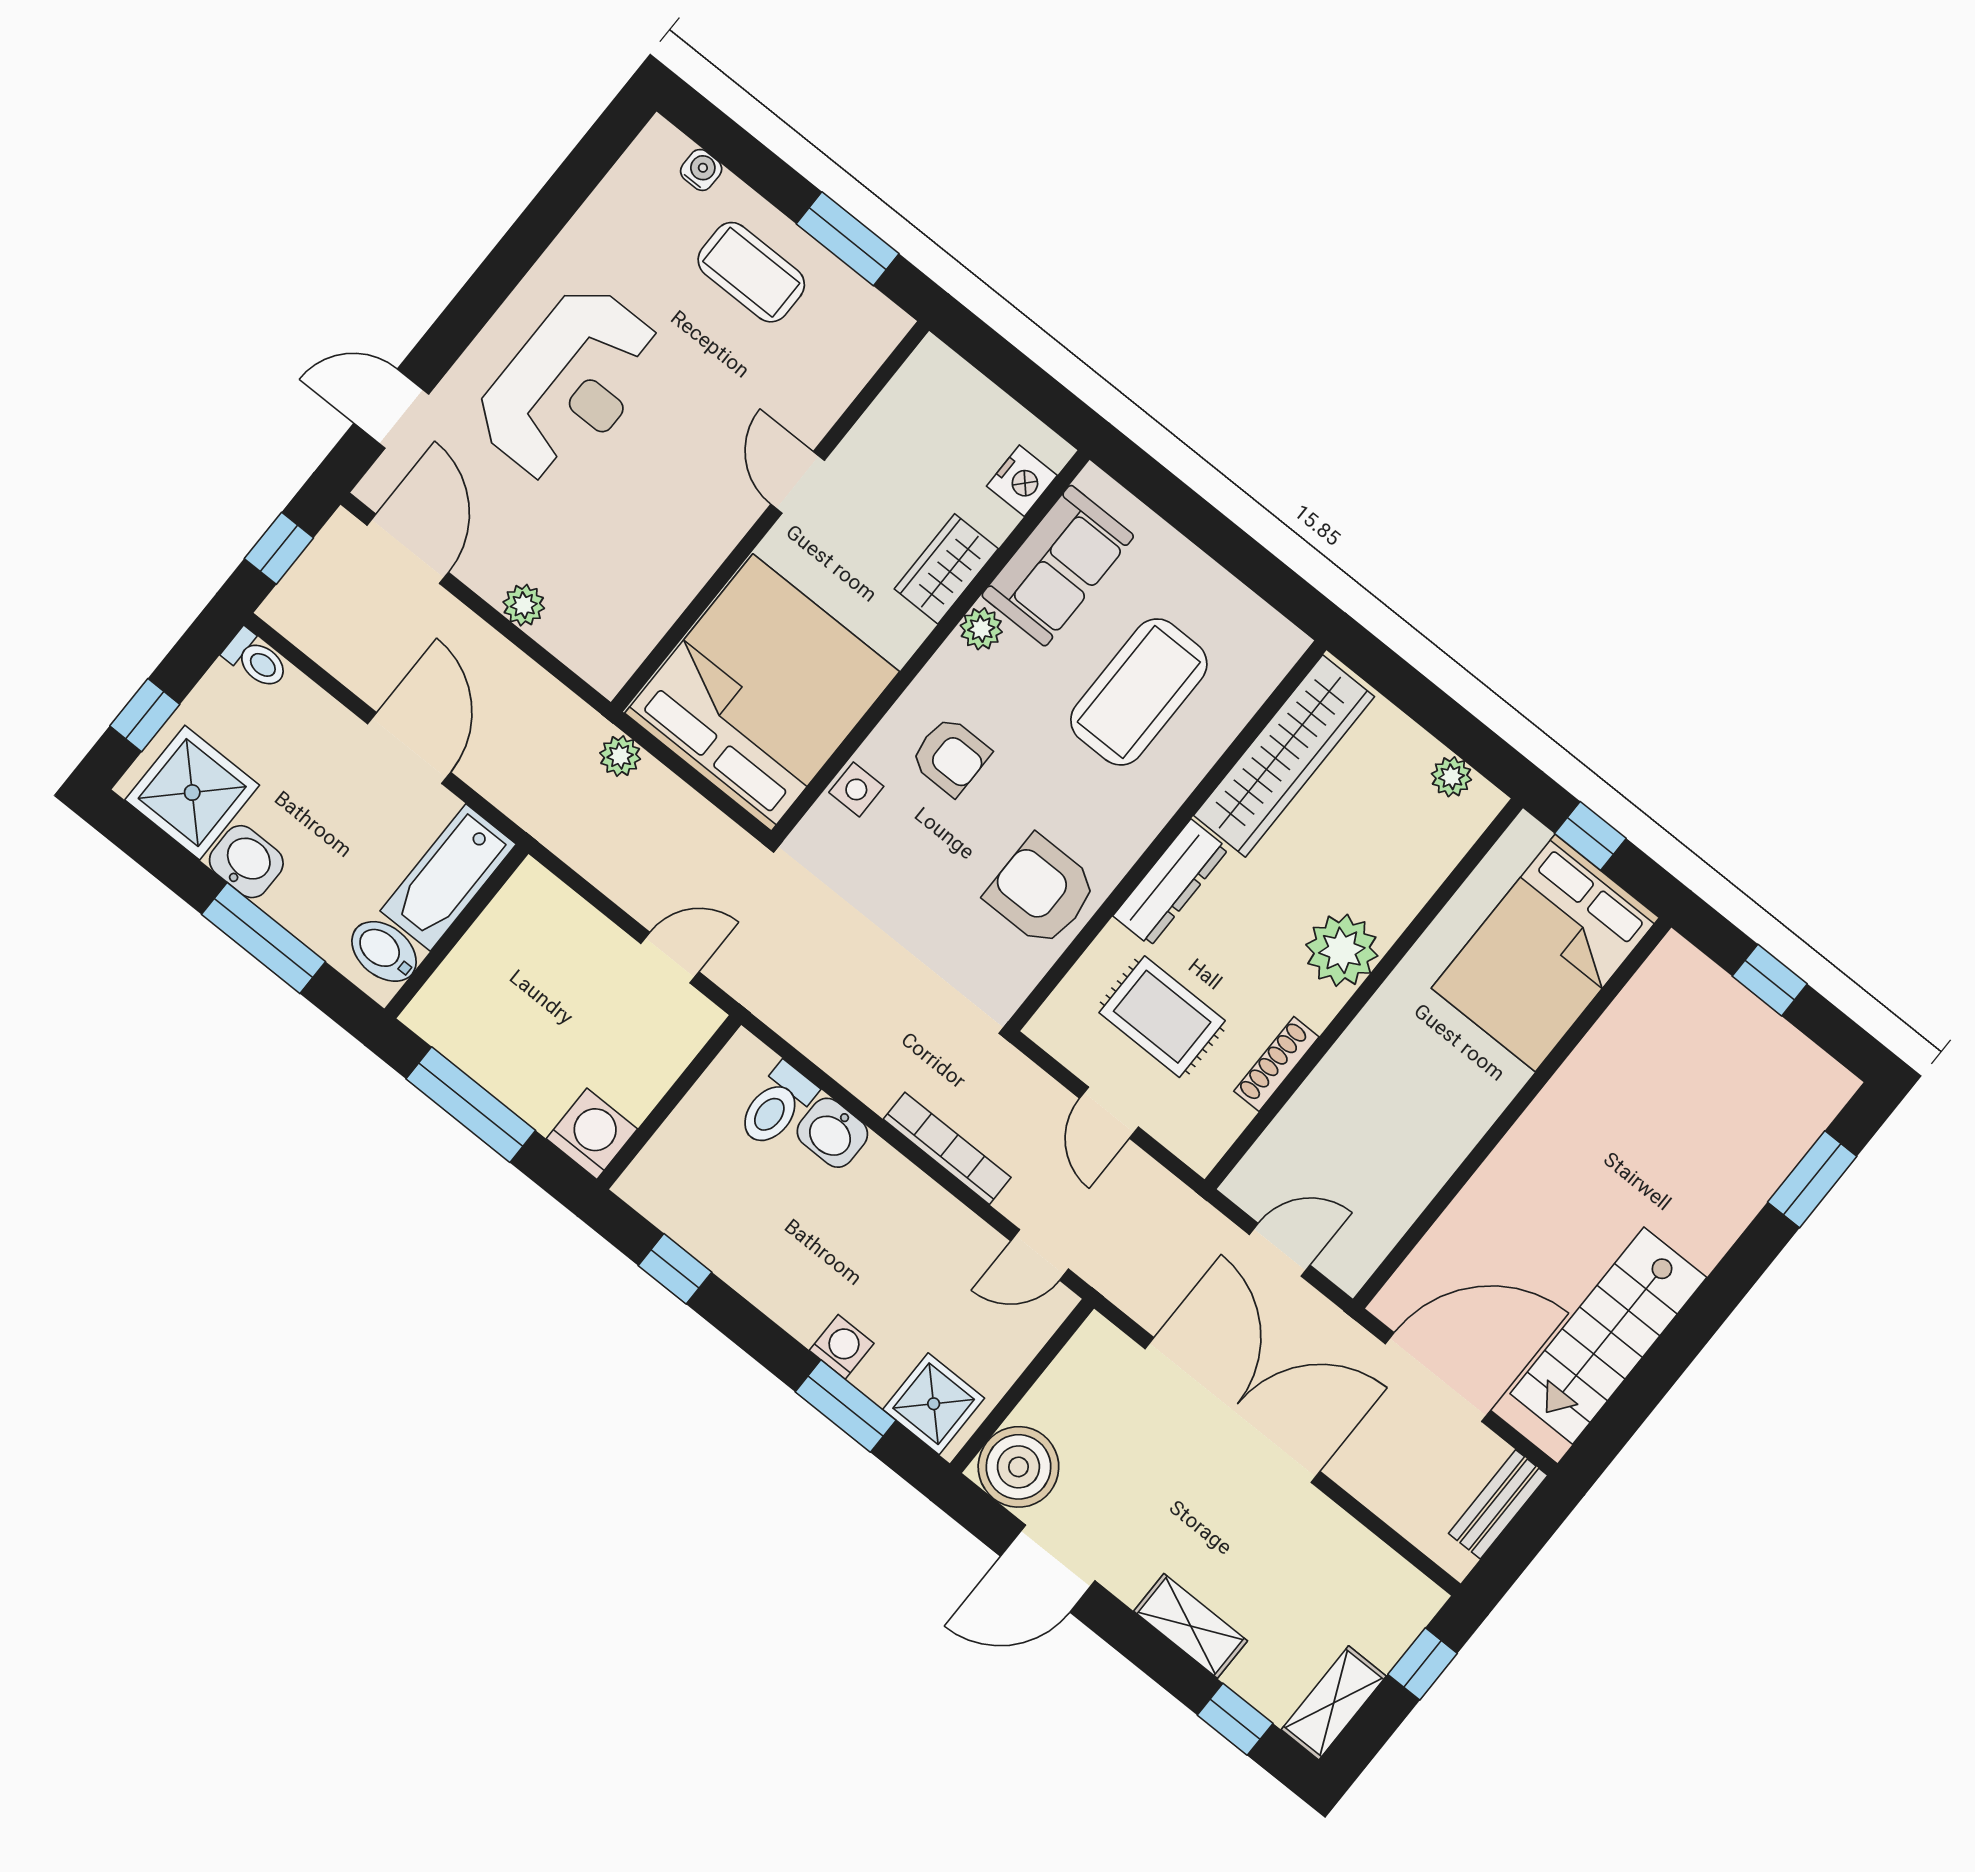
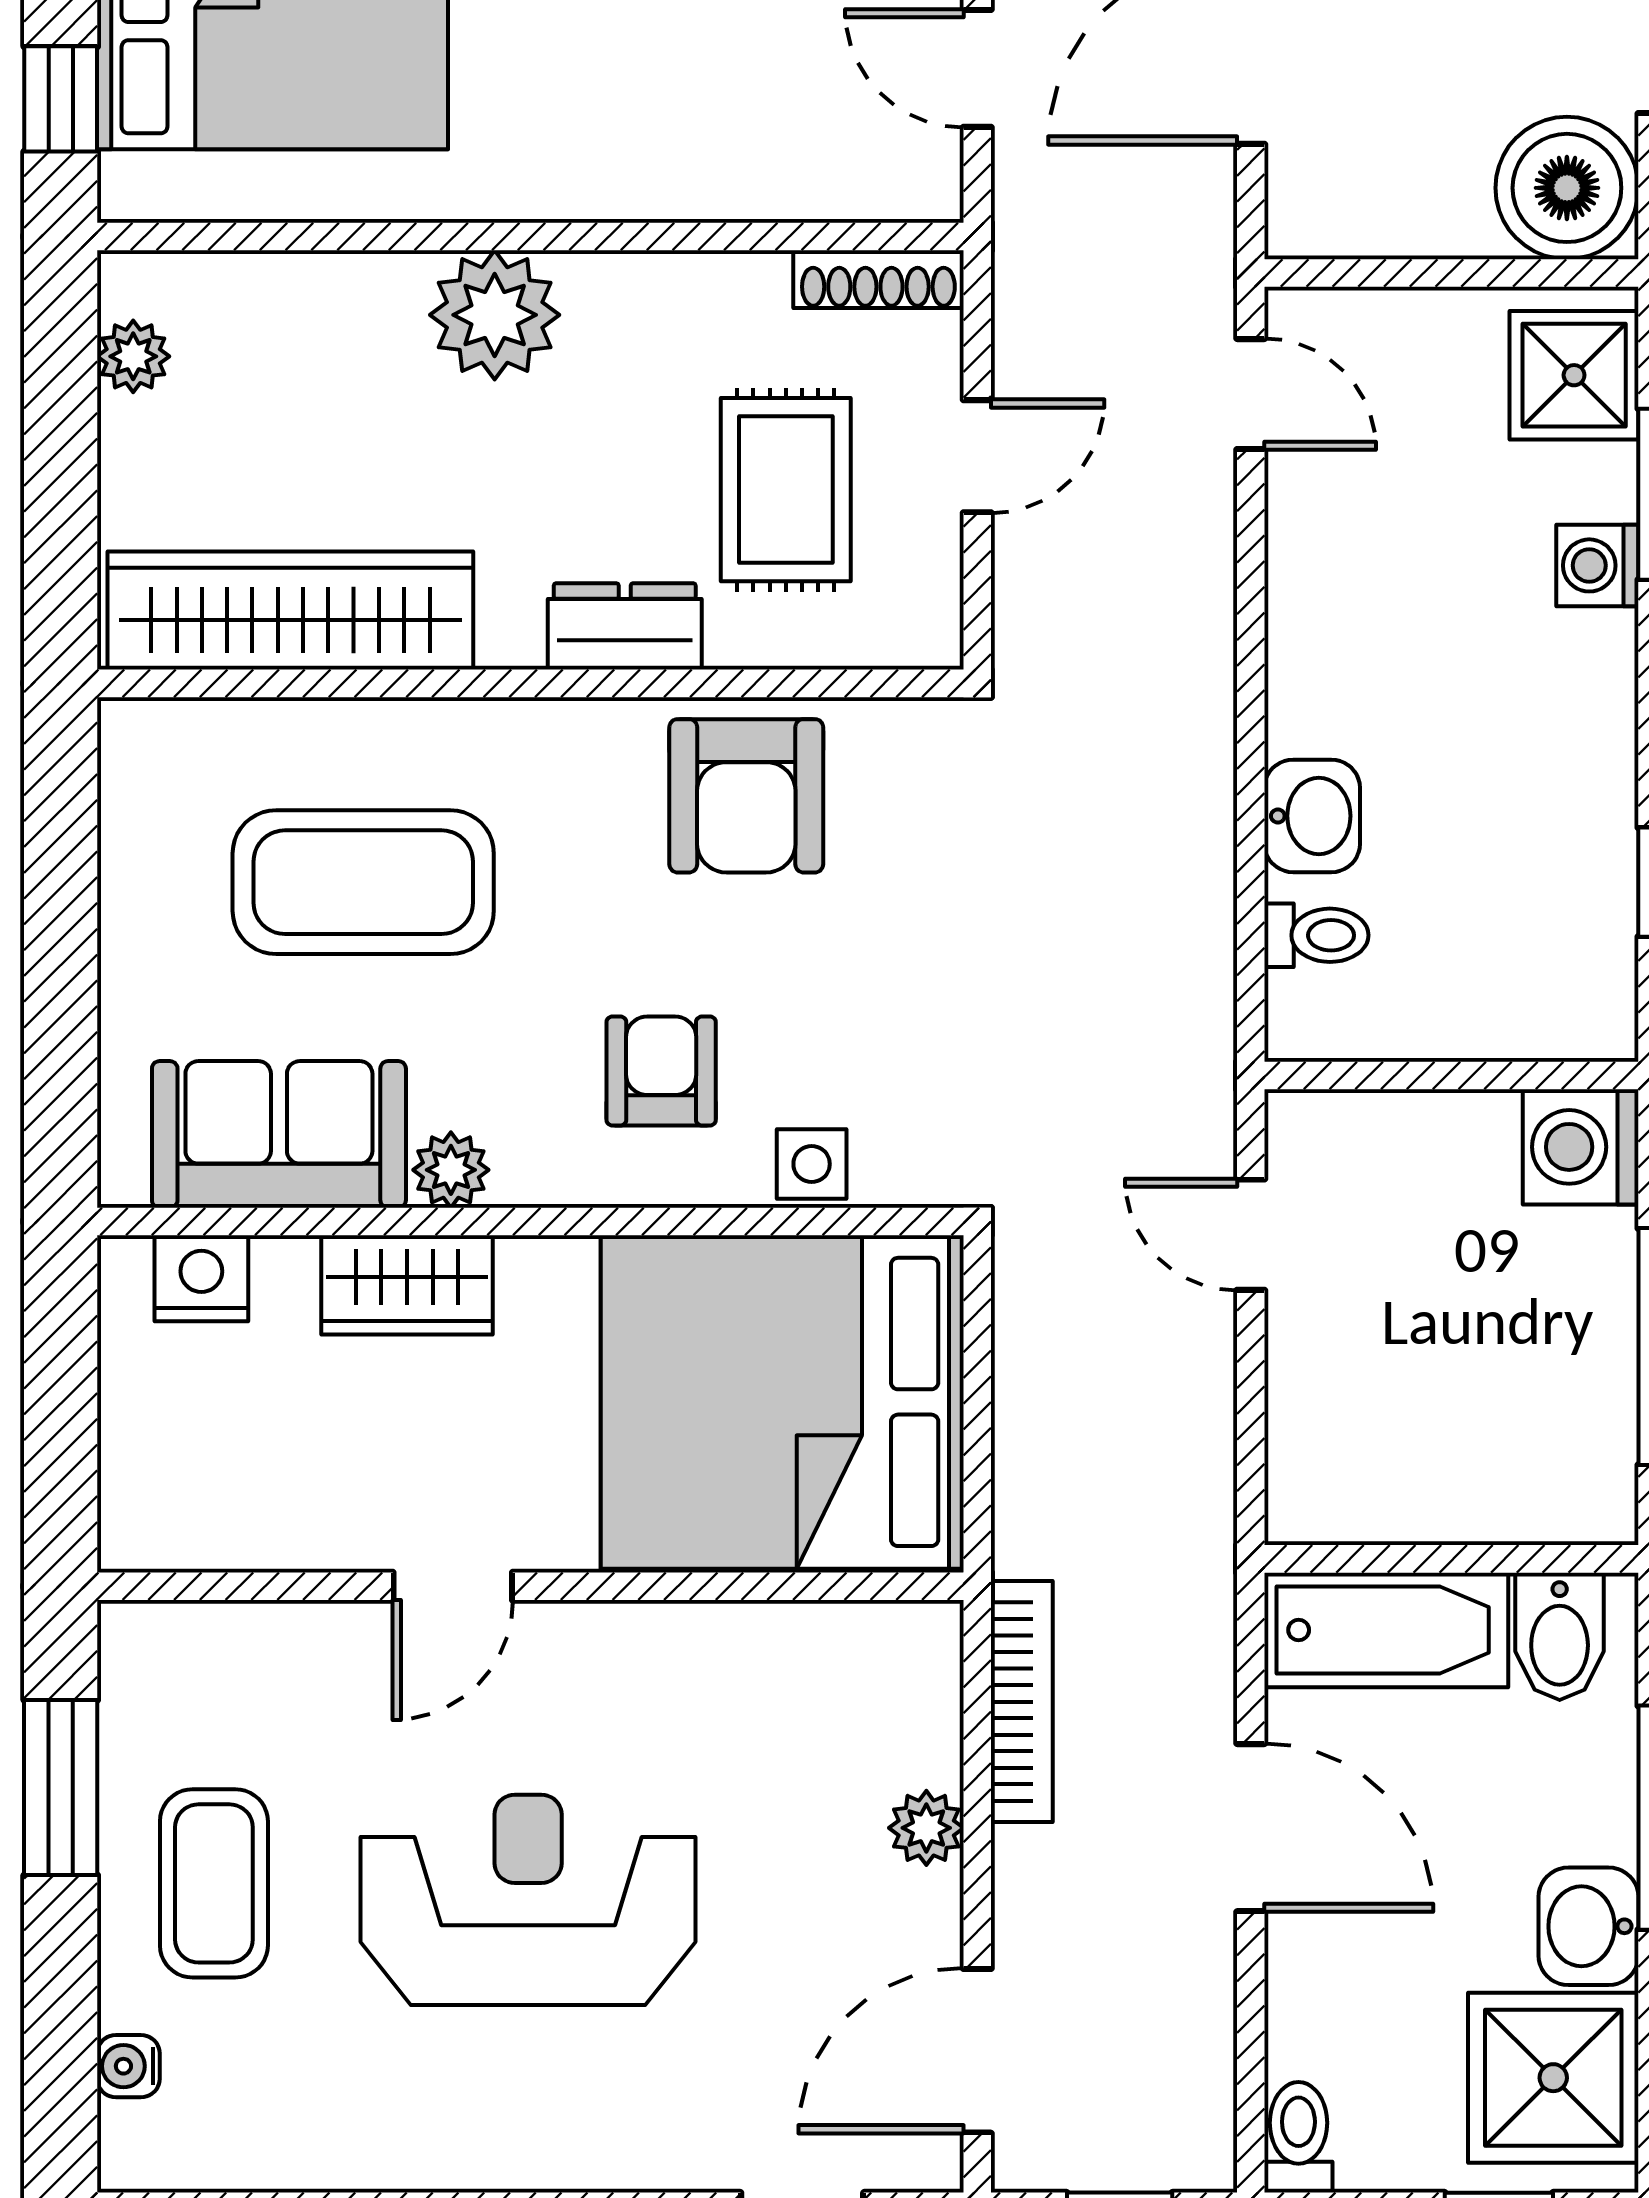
reception desk: (569, 384) -> (528, 1900), moved
door: (409, 748) -> (1251, 1828), swing flipped
plant: (620, 756) -> (1028, 1527), removed
dresser: (1171, 883) -> (625, 626), width x0.70
shoe rack: (1276, 1064) -> (878, 279), moved
toilet: (777, 1105) -> (1316, 935), width x0.73, depth x0.72
bookcase: (947, 1148) -> (1022, 1702), moved, turned 180

